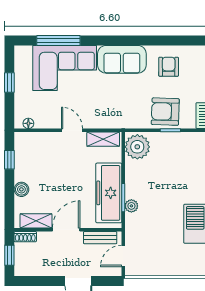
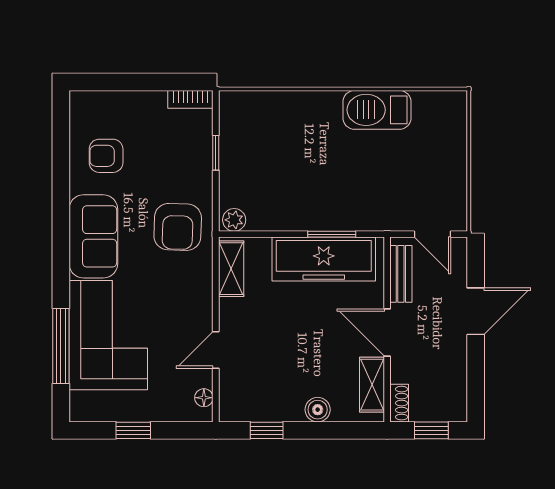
armchair: (165, 112) -> (178, 227), moved
door: (72, 130) -> (216, 350), moved
plant: (137, 147) -> (234, 220), width x0.53, depth x0.53
plant: (131, 206) -> (346, 220), removed

